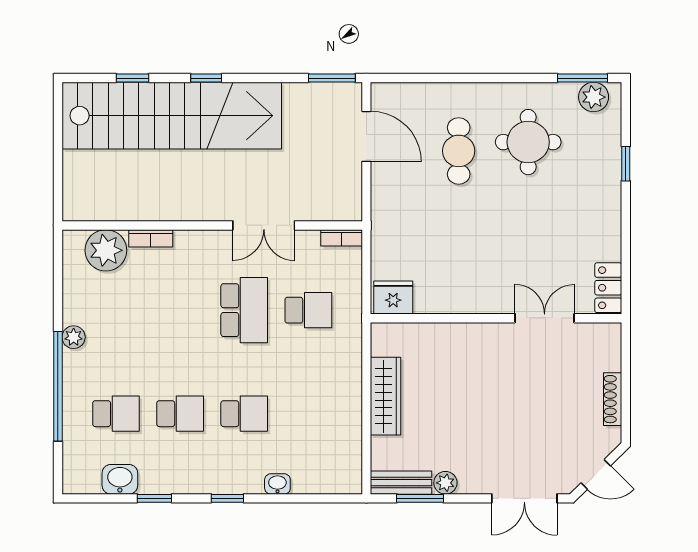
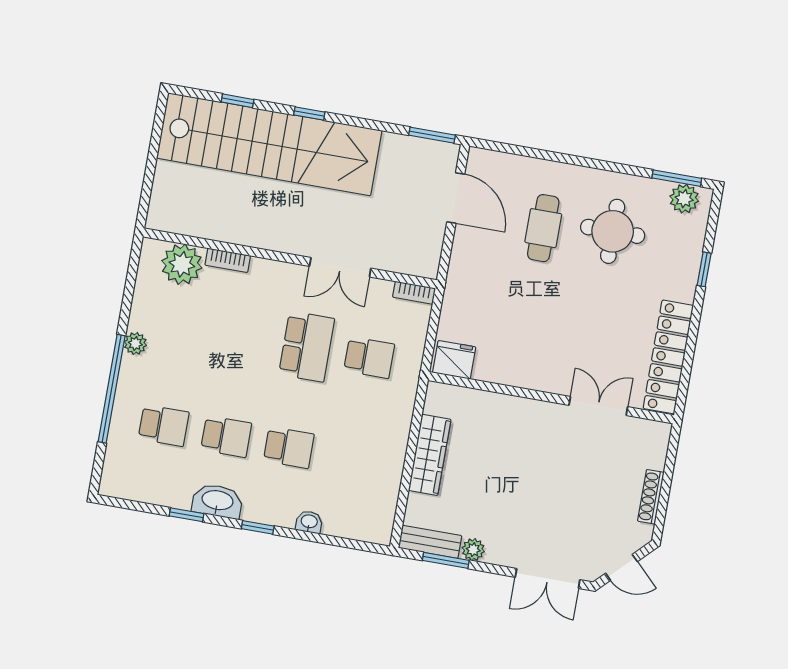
locker: (608, 288) -> (668, 357), width x2.16, depth x1.21
washbasin: (120, 479) -> (217, 501), moved, width x1.38

